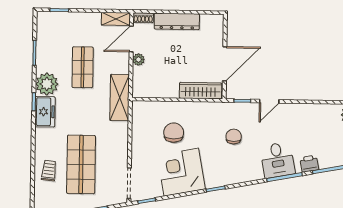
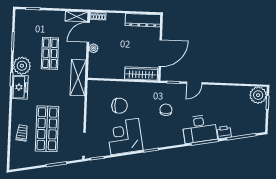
dresser: (177, 21) -> (143, 20), moved
chair: (174, 133) -> (119, 106), turned 90
desk: (278, 160) -> (200, 129), width x1.37

